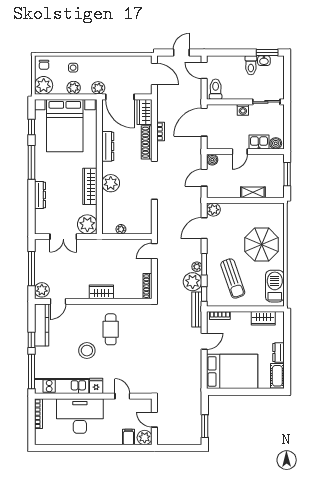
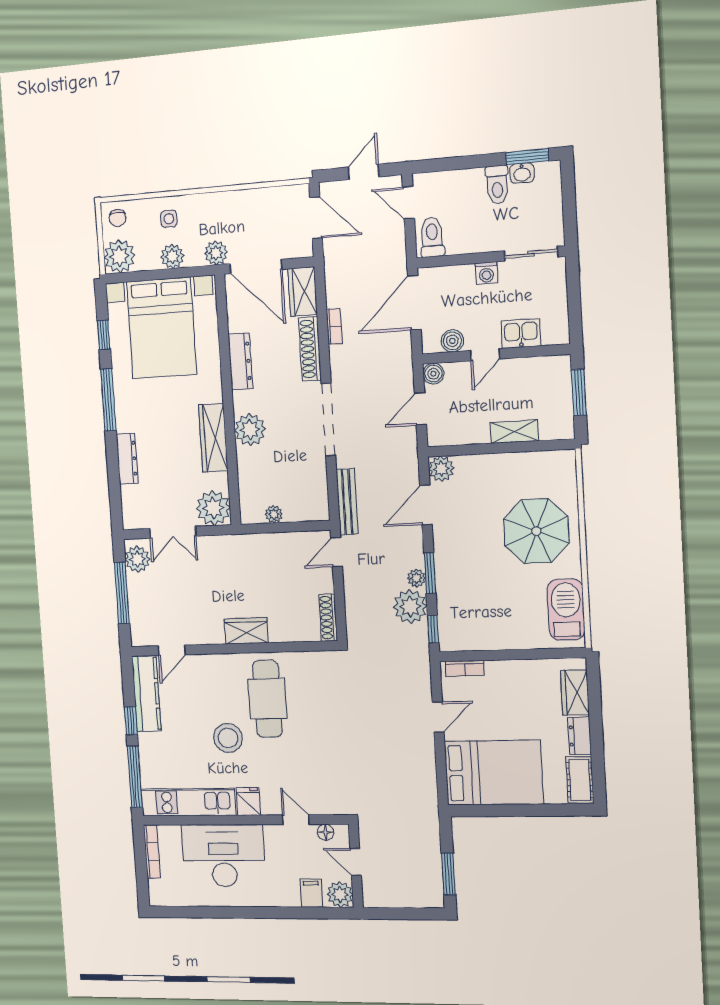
boiler: (276, 143) -> (452, 341), moved
sun lounger: (233, 279) -> (485, 598), removed
plant: (42, 290) -> (137, 559), moved
bench: (197, 309) -> (347, 502), moved
wardrobe: (263, 318) -> (575, 693), moved, turned 90
cafe table: (111, 329) -> (267, 699), width x1.37, depth x1.35
floor lamp: (139, 403) -> (326, 832), added

